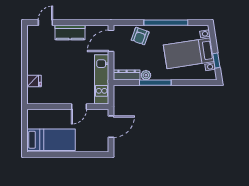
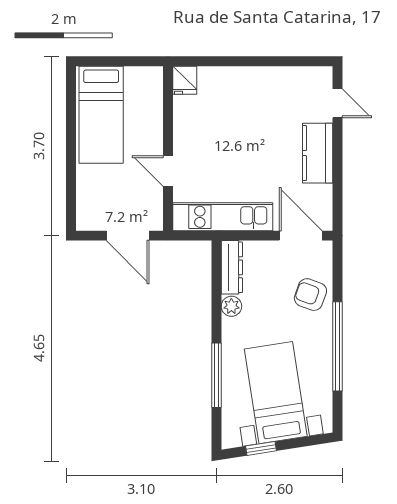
fridge: (34, 81) -> (185, 80), moved
window: (155, 83) -> (216, 375), moved

